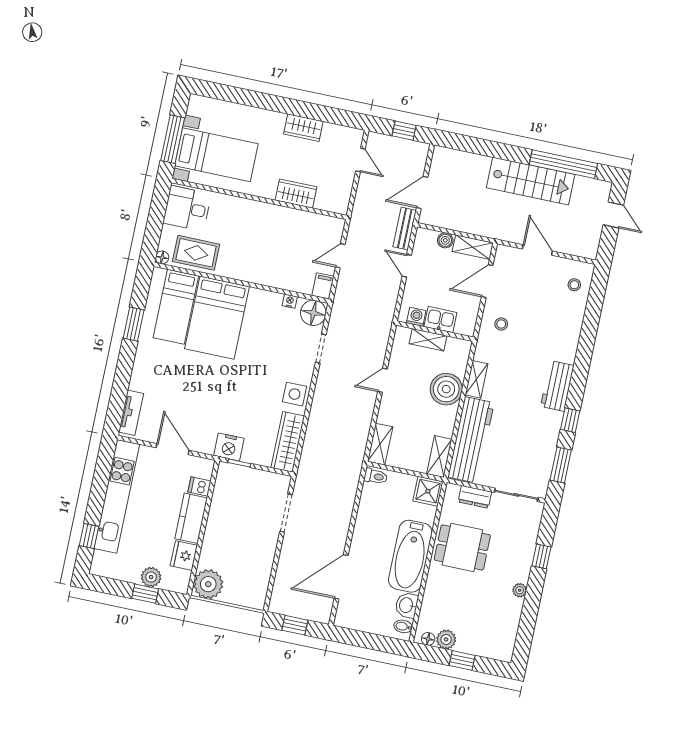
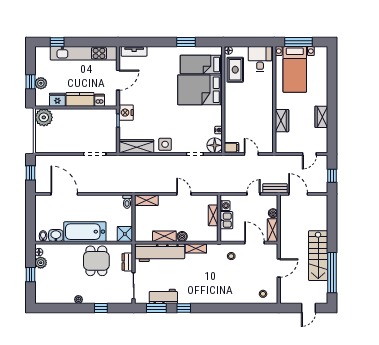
workbench: (557, 386) -> (163, 296), moved
boiler: (446, 389) -> (182, 236), width x0.54, depth x0.54
shelving: (439, 457) -> (164, 236), moved

